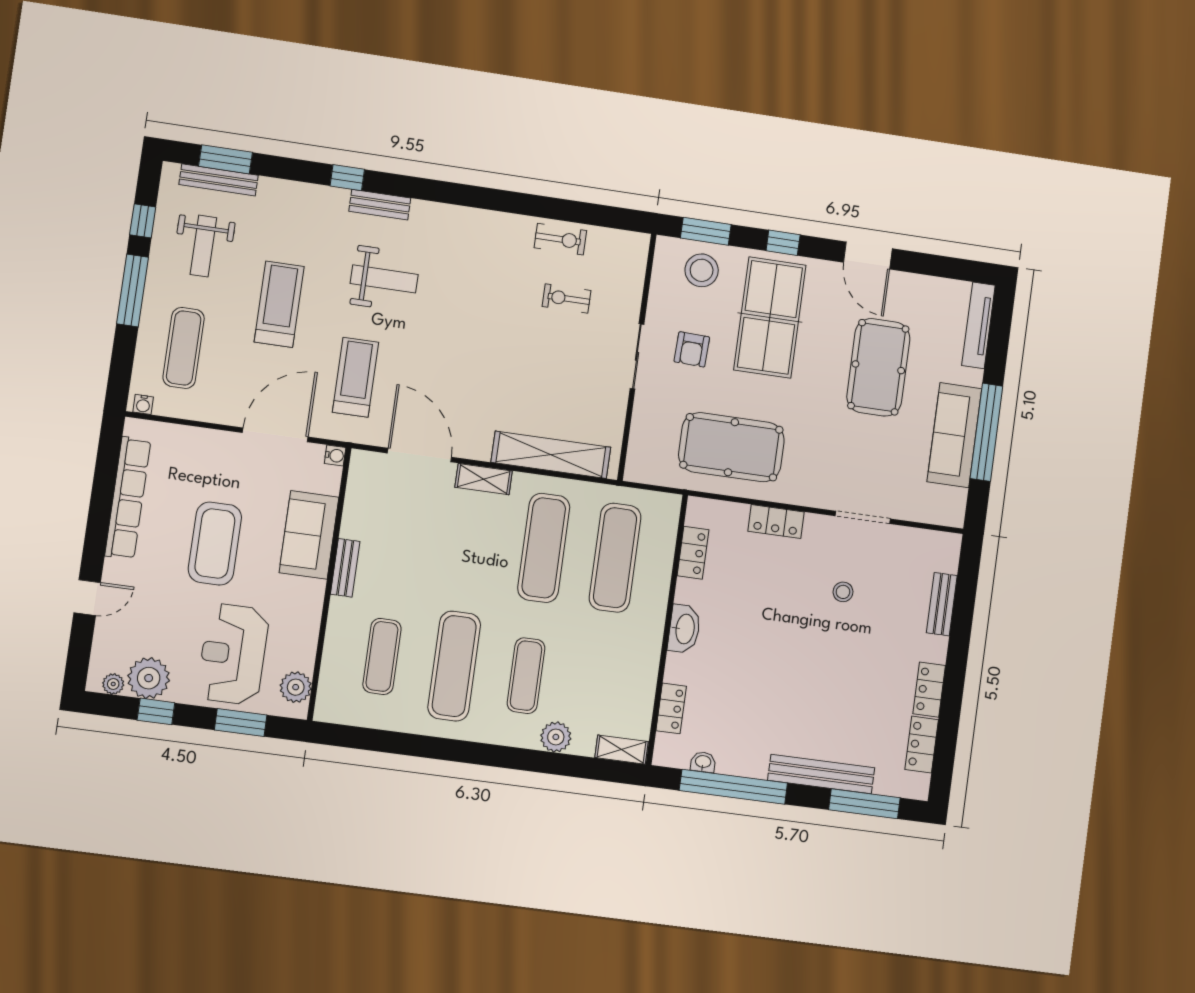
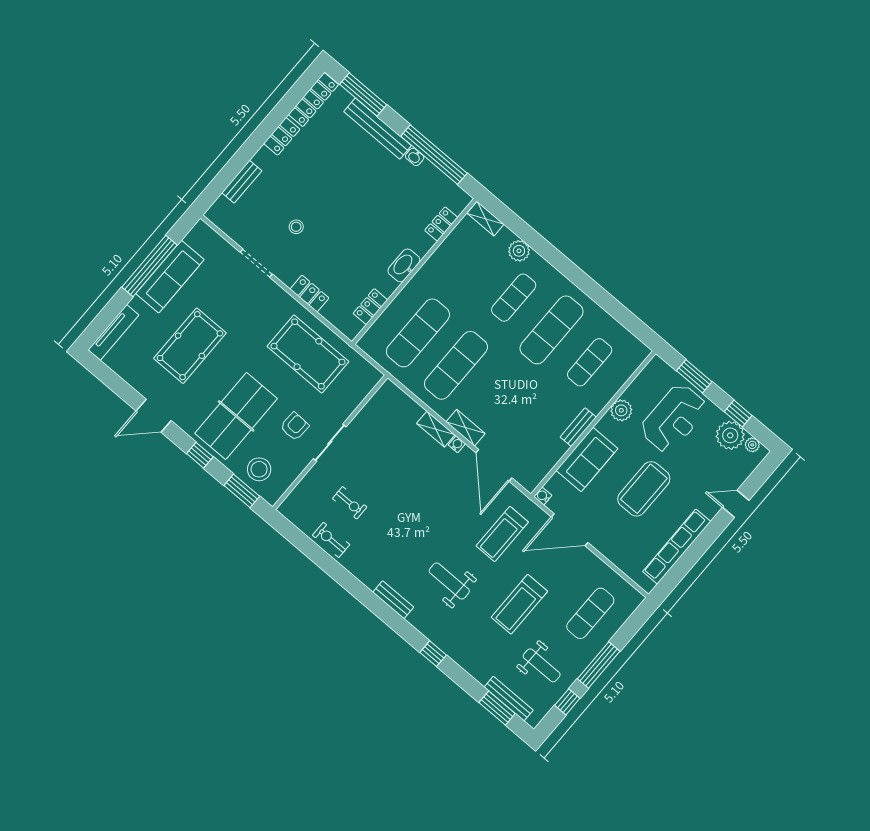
bench: (380, 205) -> (393, 600), moved
weight bench: (203, 246) -> (542, 665), turned 90
door: (868, 255) -> (154, 416), swing flipped
water cooler: (143, 404) -> (457, 444), moved
shelving: (551, 455) -> (436, 429), width x0.45, depth x0.75
plant: (296, 687) -> (621, 410), moved
locker: (922, 744) -> (313, 100), width x1.53
washbasin: (703, 762) -> (415, 157), moved

